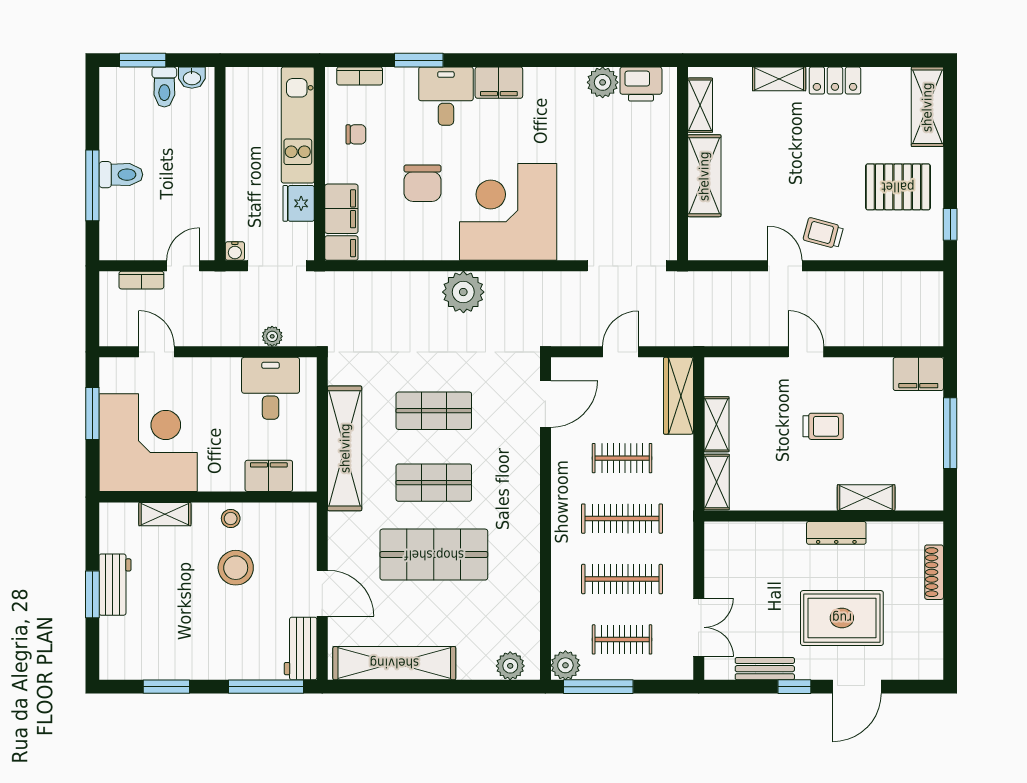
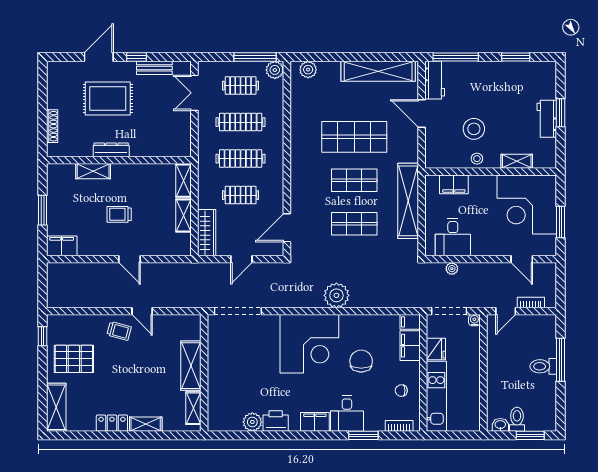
printer: (641, 84) -> (276, 421), moved
window: (950, 433) -> (42, 210), width x0.69

